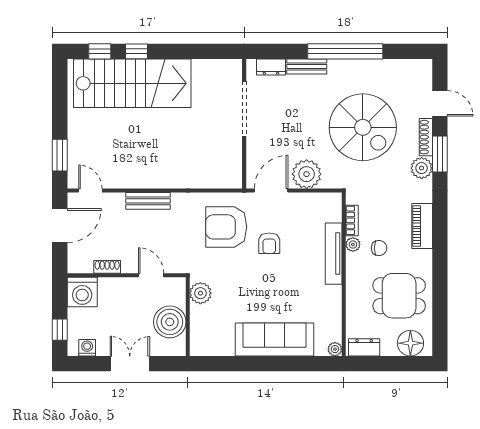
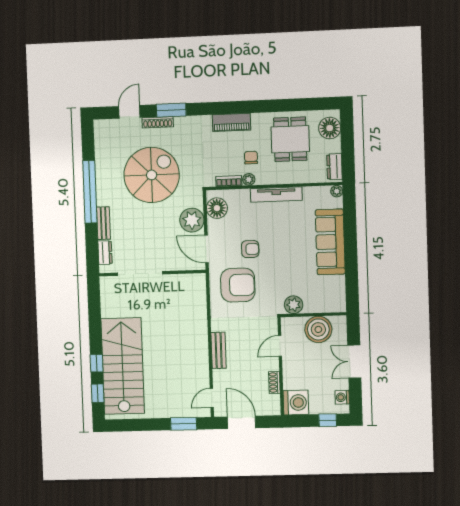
plant: (422, 168) -> (183, 125), removed
floor lamp: (320, 205) -> (217, 208), added
armchair: (226, 227) -> (238, 285), turned -90
tv unit: (334, 254) -> (276, 194), moved

